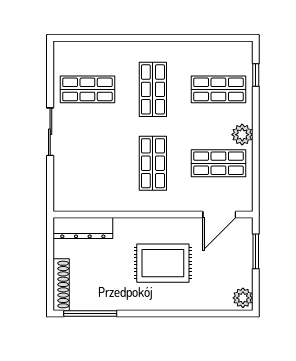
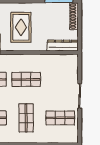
shop shelf: (153, 163) -> (26, 79), turned 90
rug: (163, 263) -> (21, 27), turned 90

